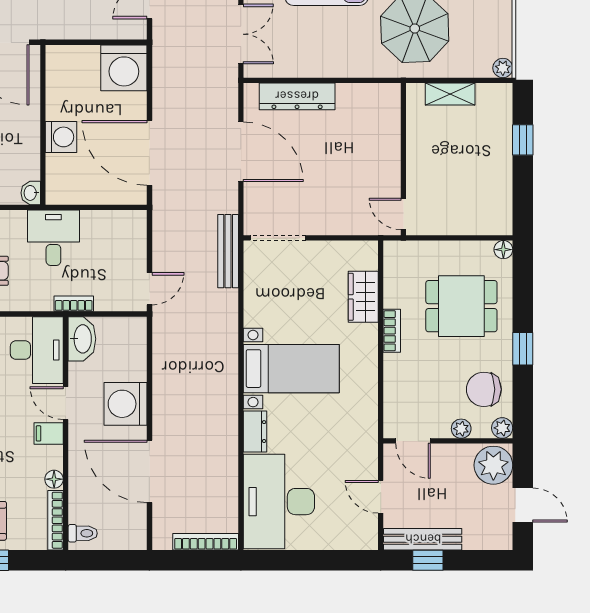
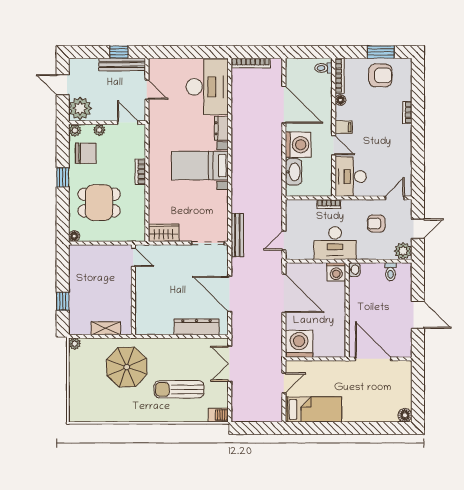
washing machine: (61, 137) -> (336, 272), moved, turned -90
desk: (53, 238) -> (335, 243), width x1.37
door: (149, 289) -> (284, 241), moved
wardrobe: (363, 297) -> (164, 233), moved, turned -90
bookcase: (392, 331) -> (140, 172), moved
washbasin: (82, 339) -> (293, 172), moved, turned 180

